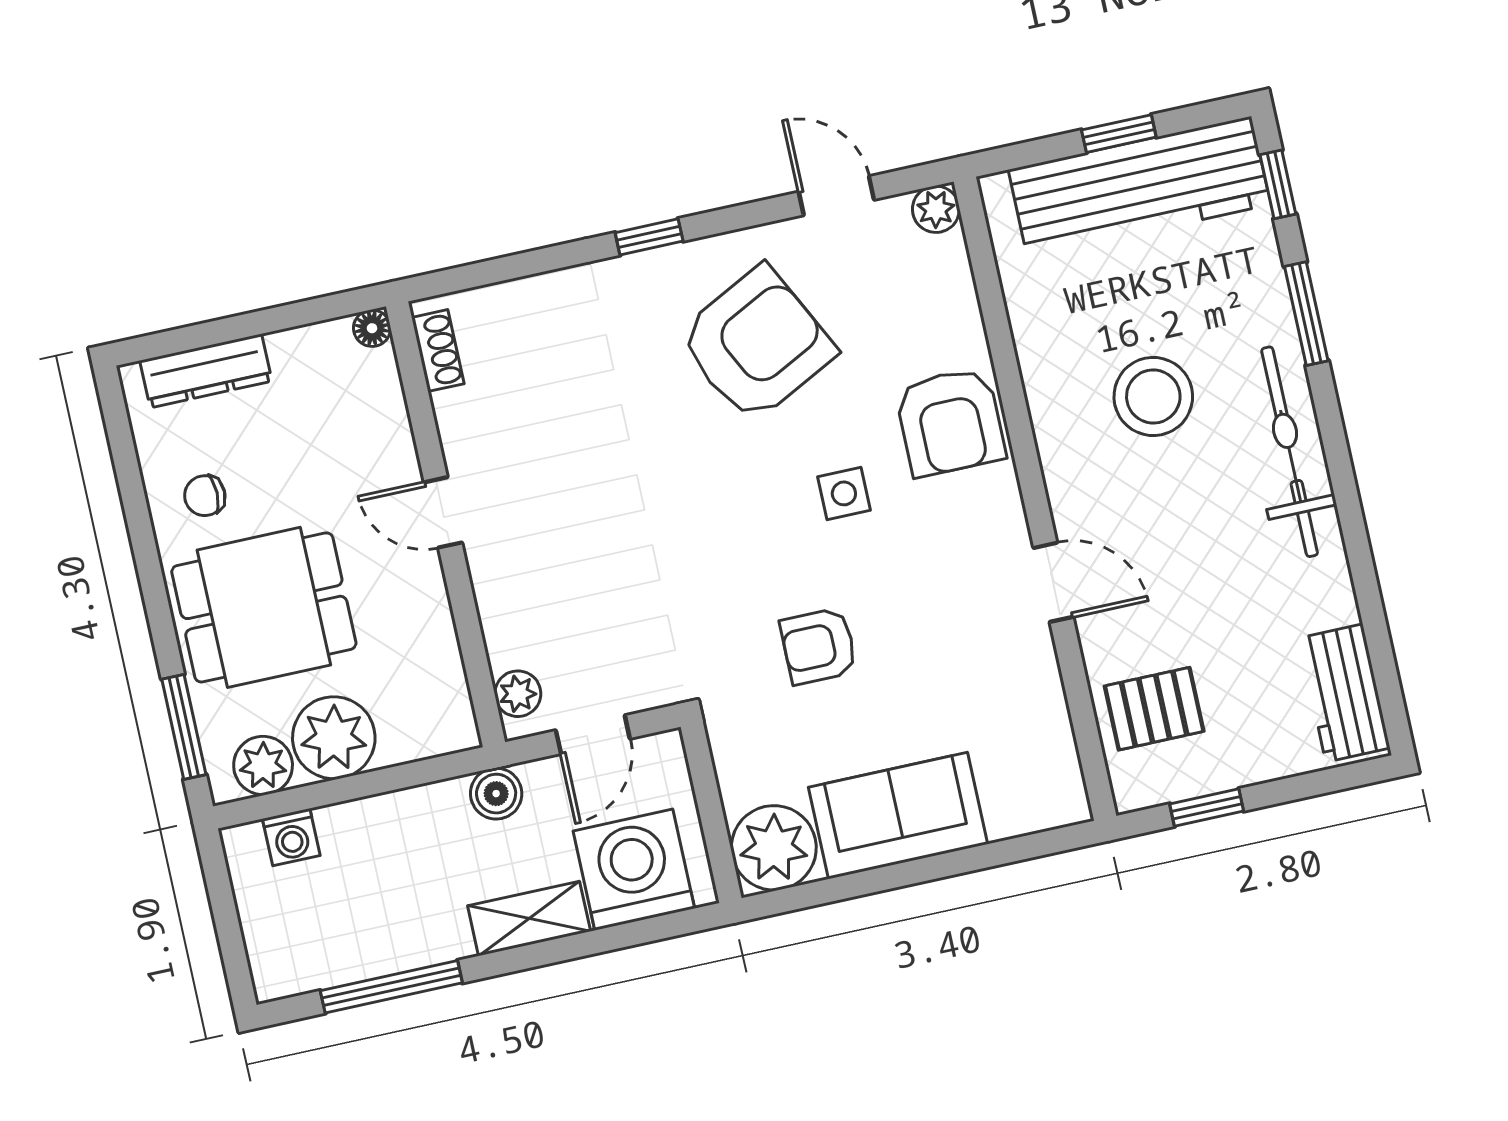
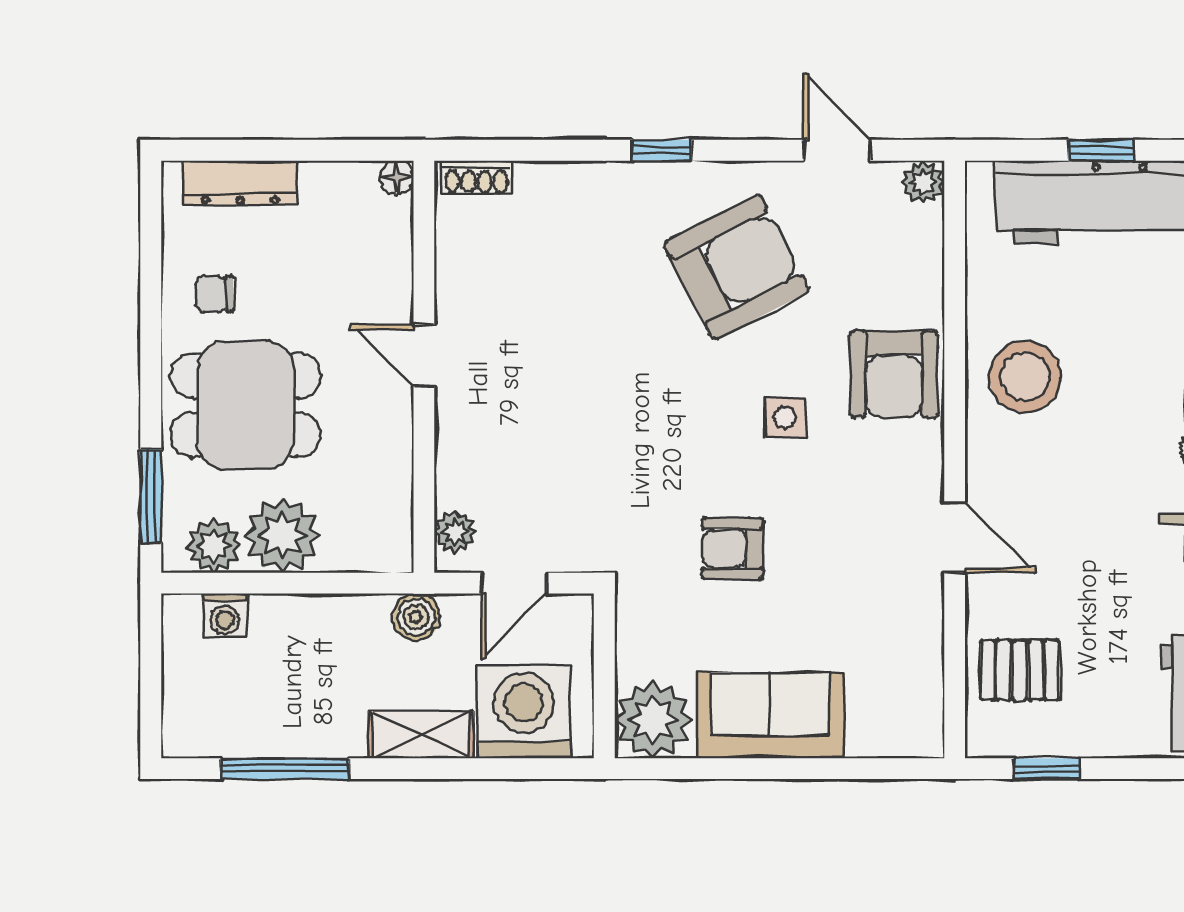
shoe rack: (438, 351) -> (476, 177), moved, turned 90
stool: (1153, 396) -> (1025, 377), moved

